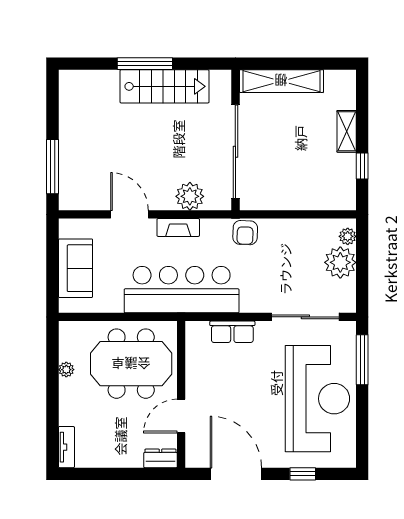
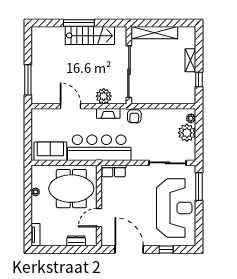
fireplace: (178, 227) -> (108, 113), moved
sofa: (76, 268) -> (50, 151), moved, turned -90
row of seats: (232, 332) -> (114, 171), moved
dresser: (160, 458) -> (76, 241), moved

